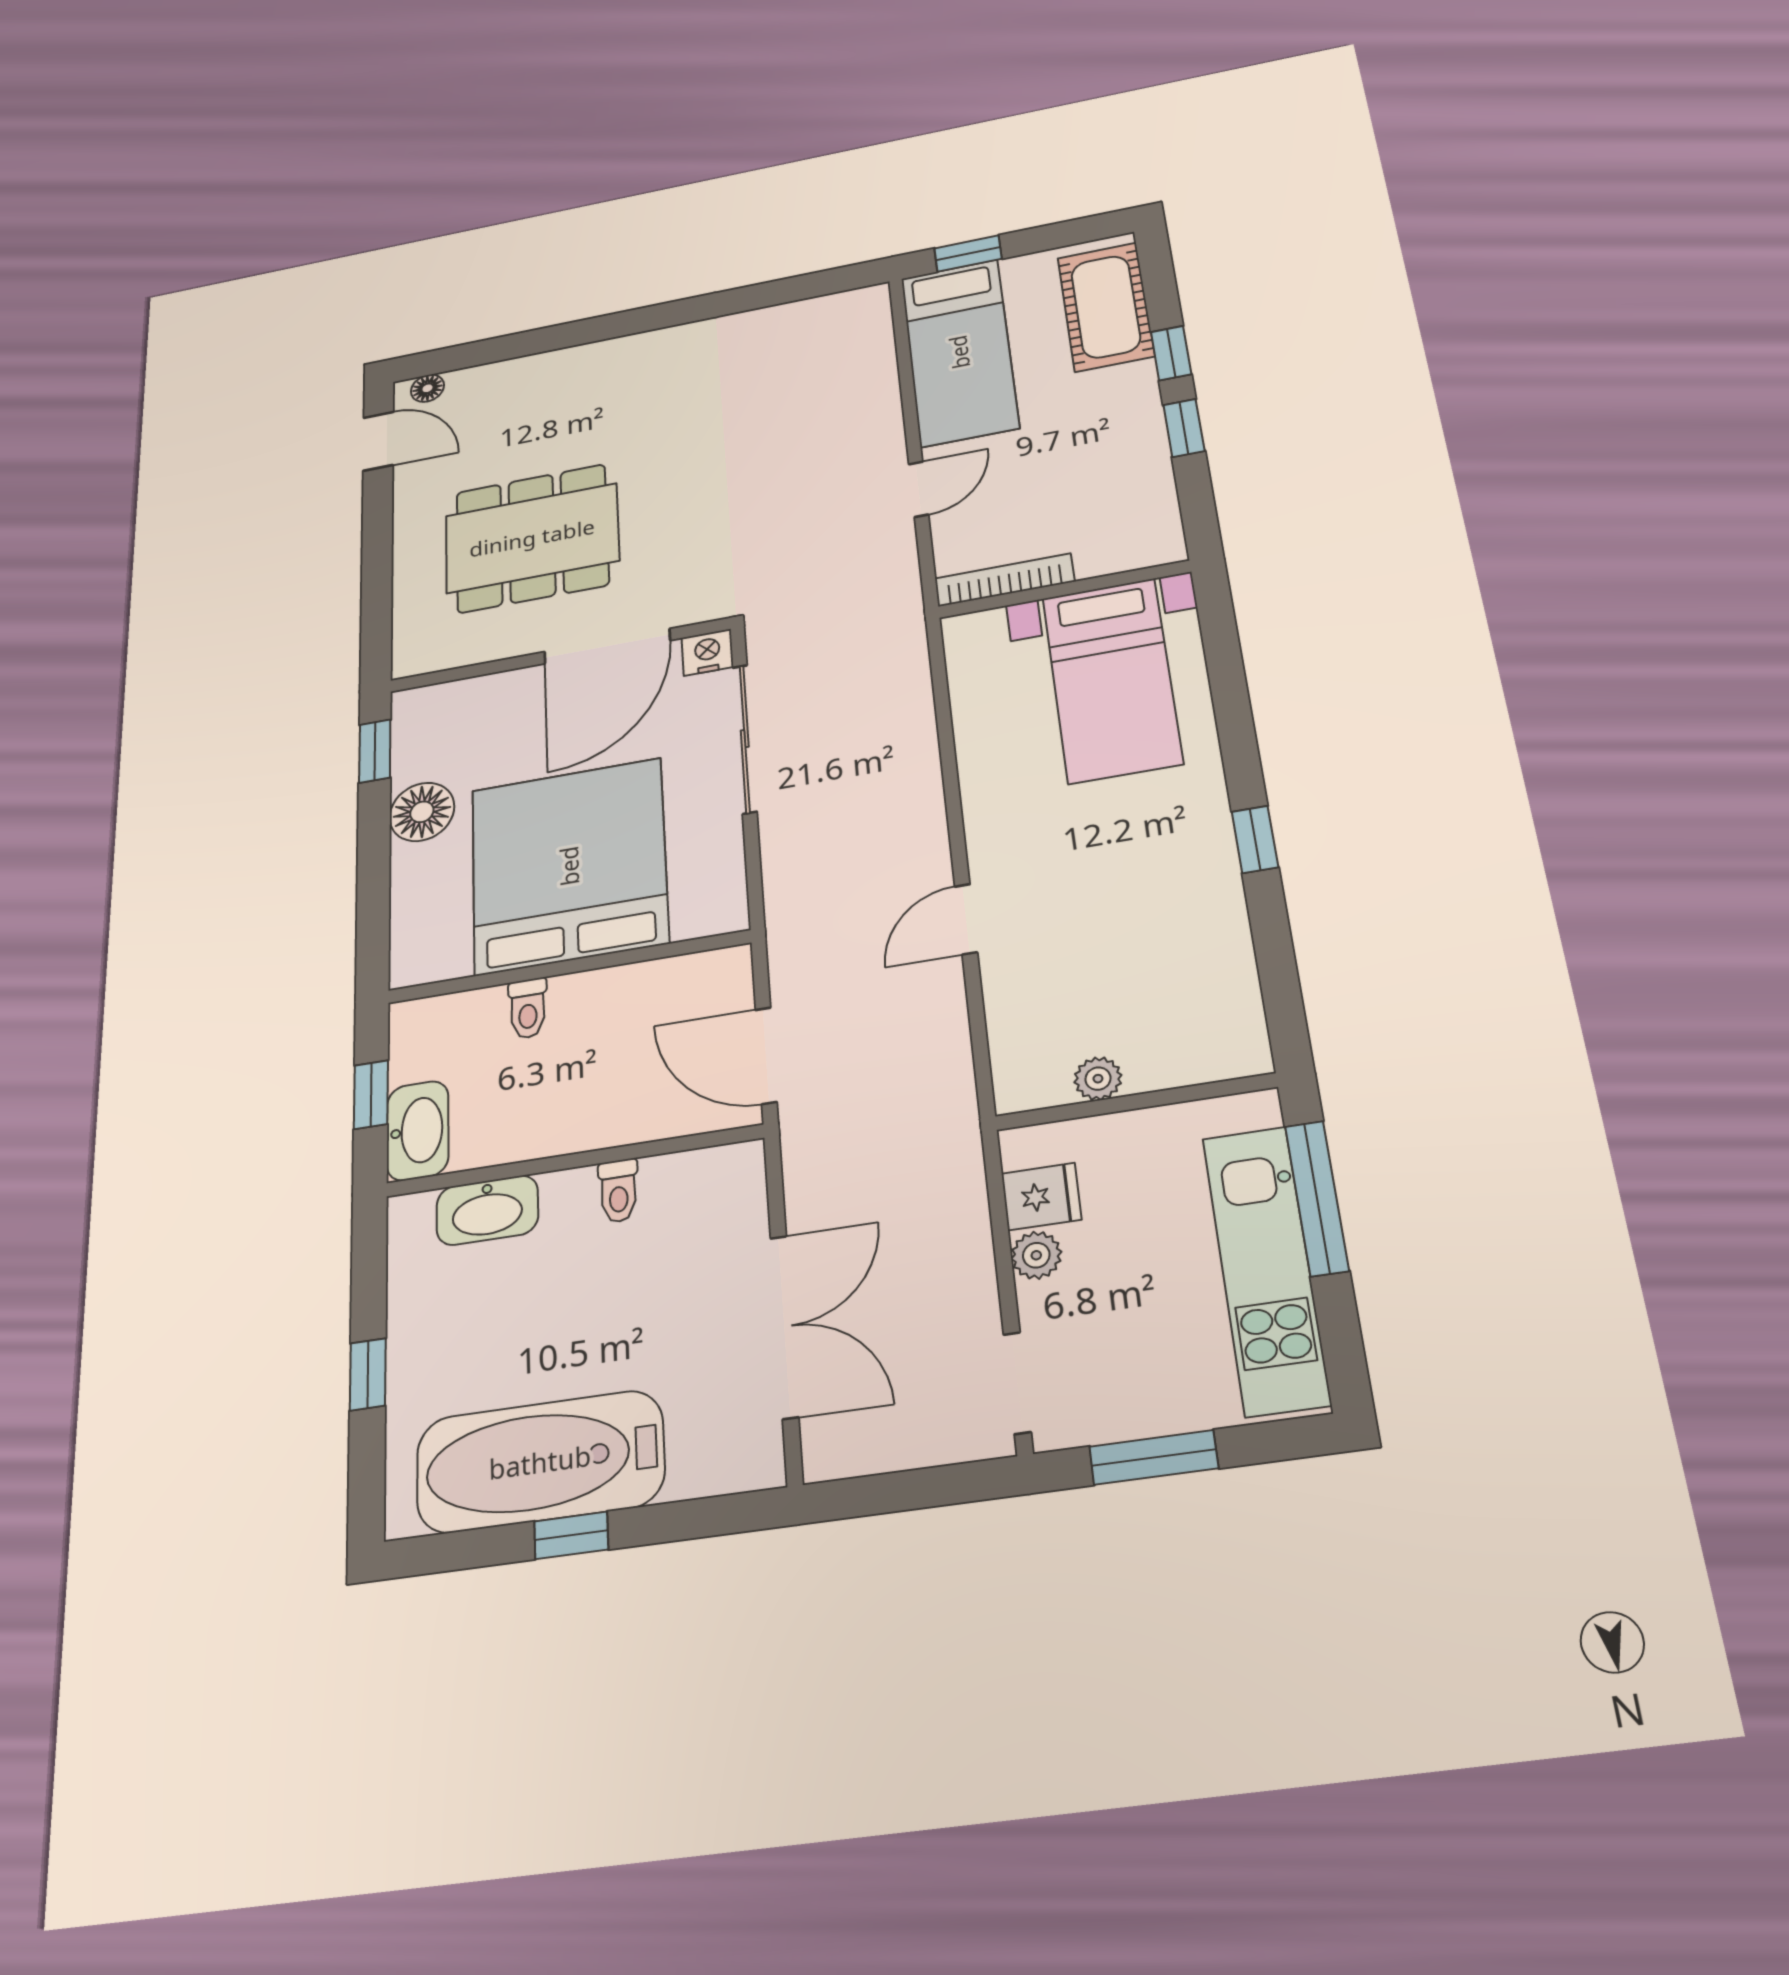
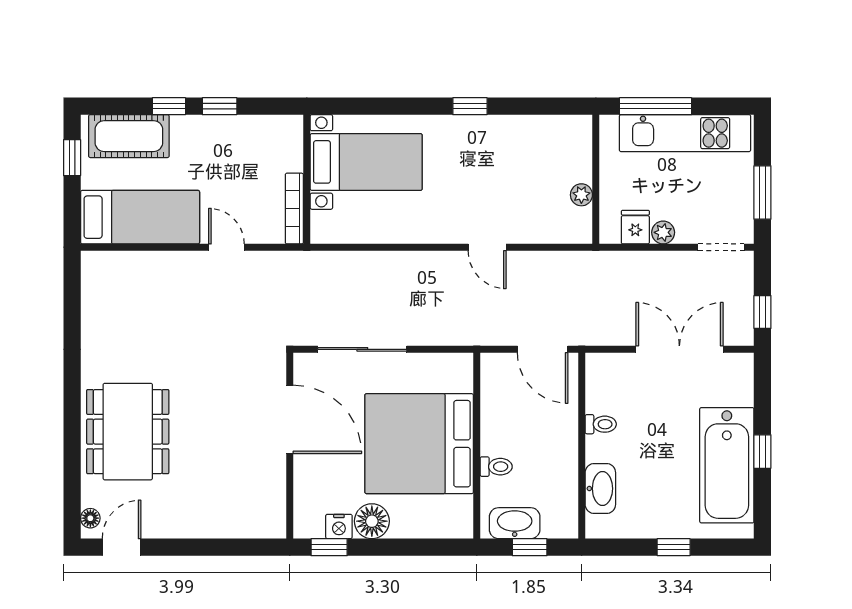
window: (968, 253) -> (72, 158), moved
dining table: (532, 538) -> (128, 432), moved
nightstand: (707, 652) -> (339, 526), moved, turned -90
door: (766, 1056) -> (543, 349), hinge flipped
washbasin: (418, 1131) -> (515, 523), moved
window: (880, 1494) -> (762, 312), added

